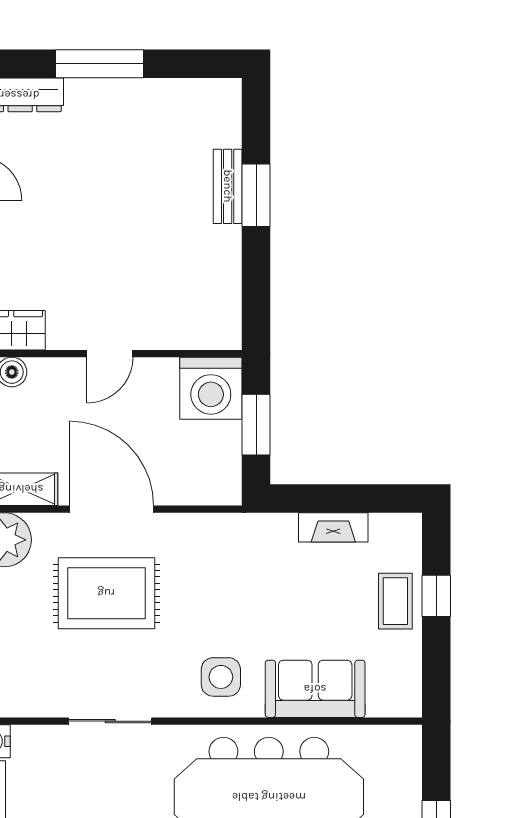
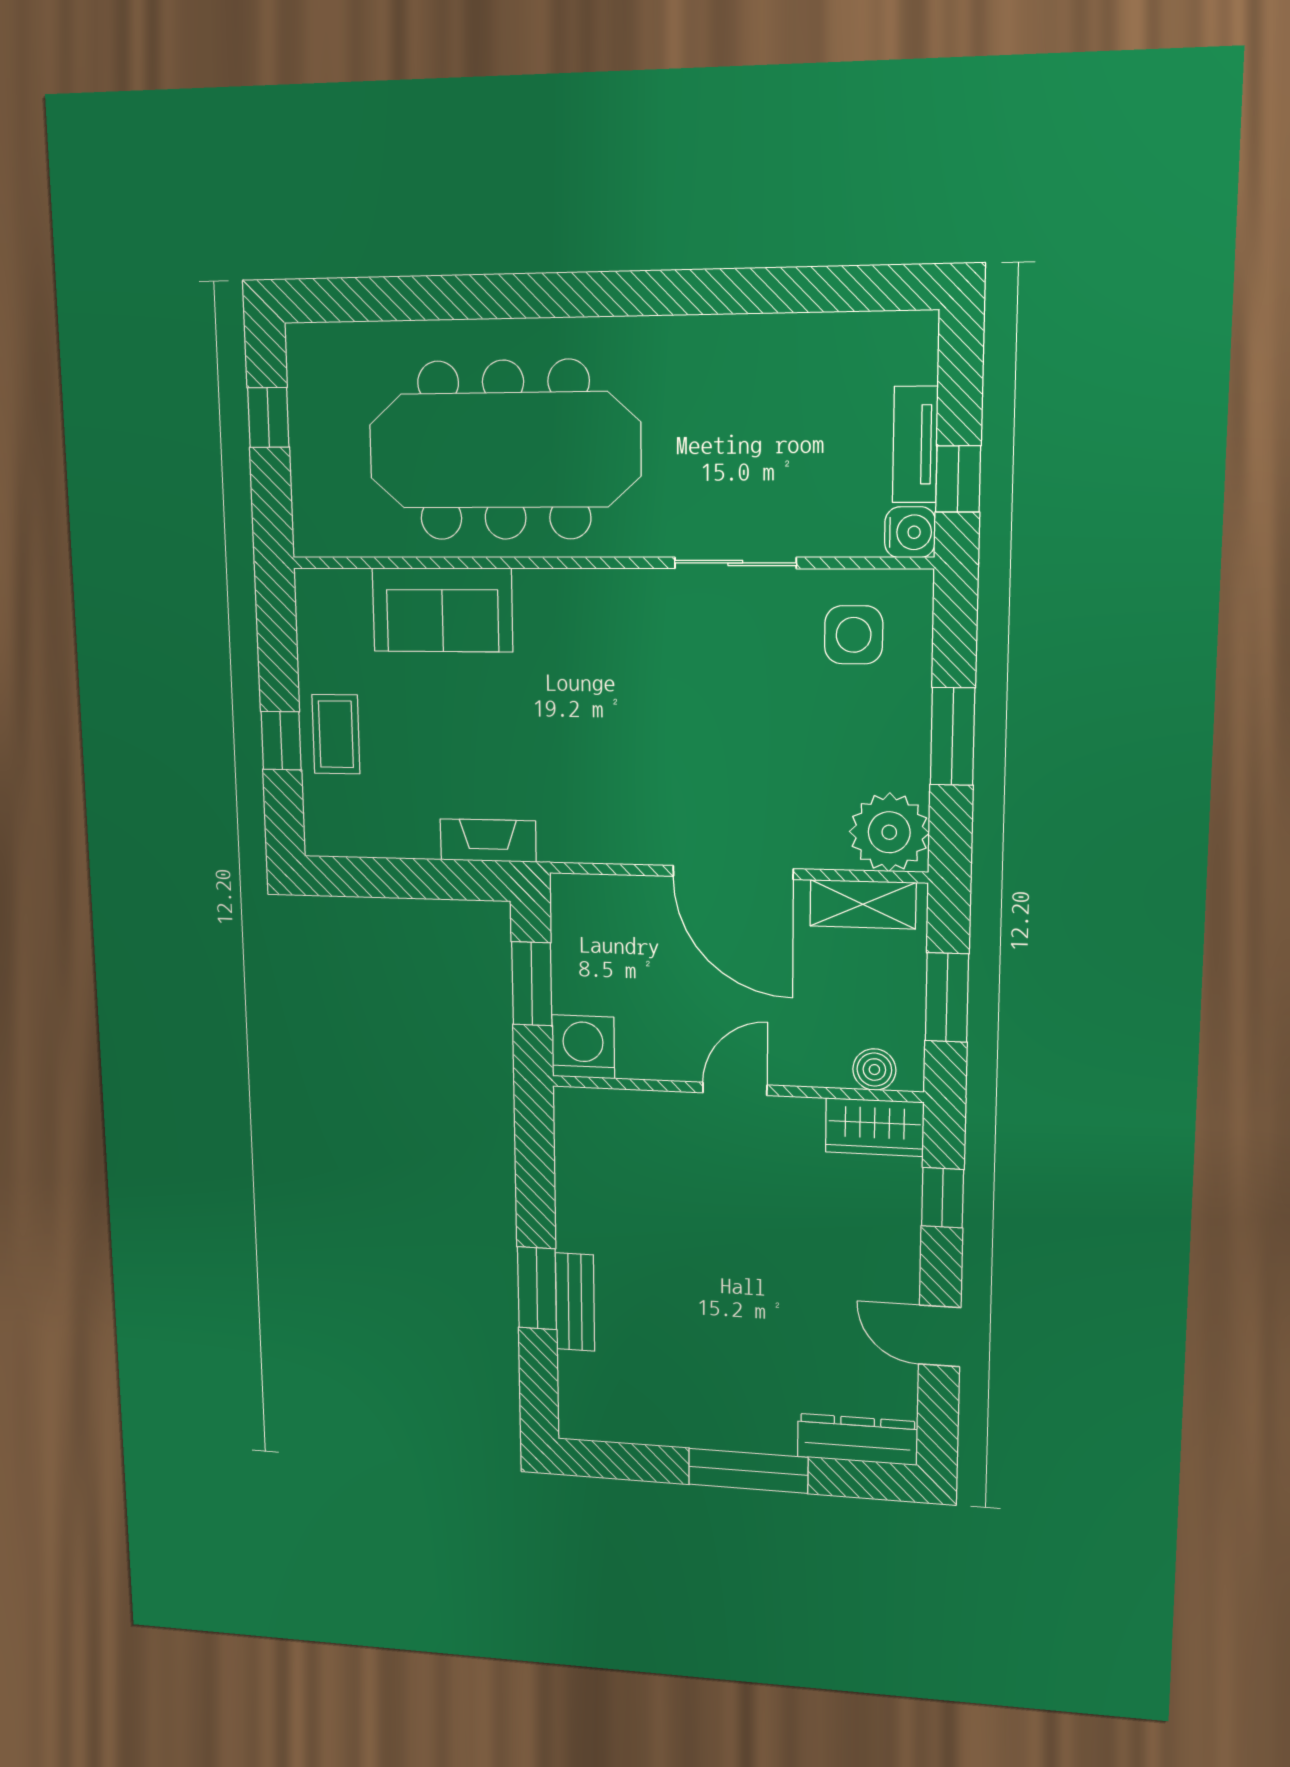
washing machine: (211, 388) -> (583, 1047), width x0.73, depth x0.73
fireplace: (333, 527) -> (488, 841), moved
rug: (106, 593) -> (740, 752), removed
side table: (221, 677) -> (854, 635), moved

